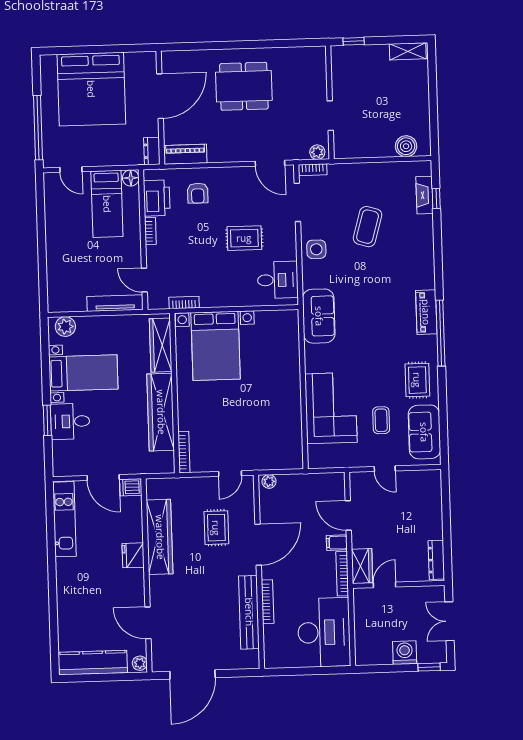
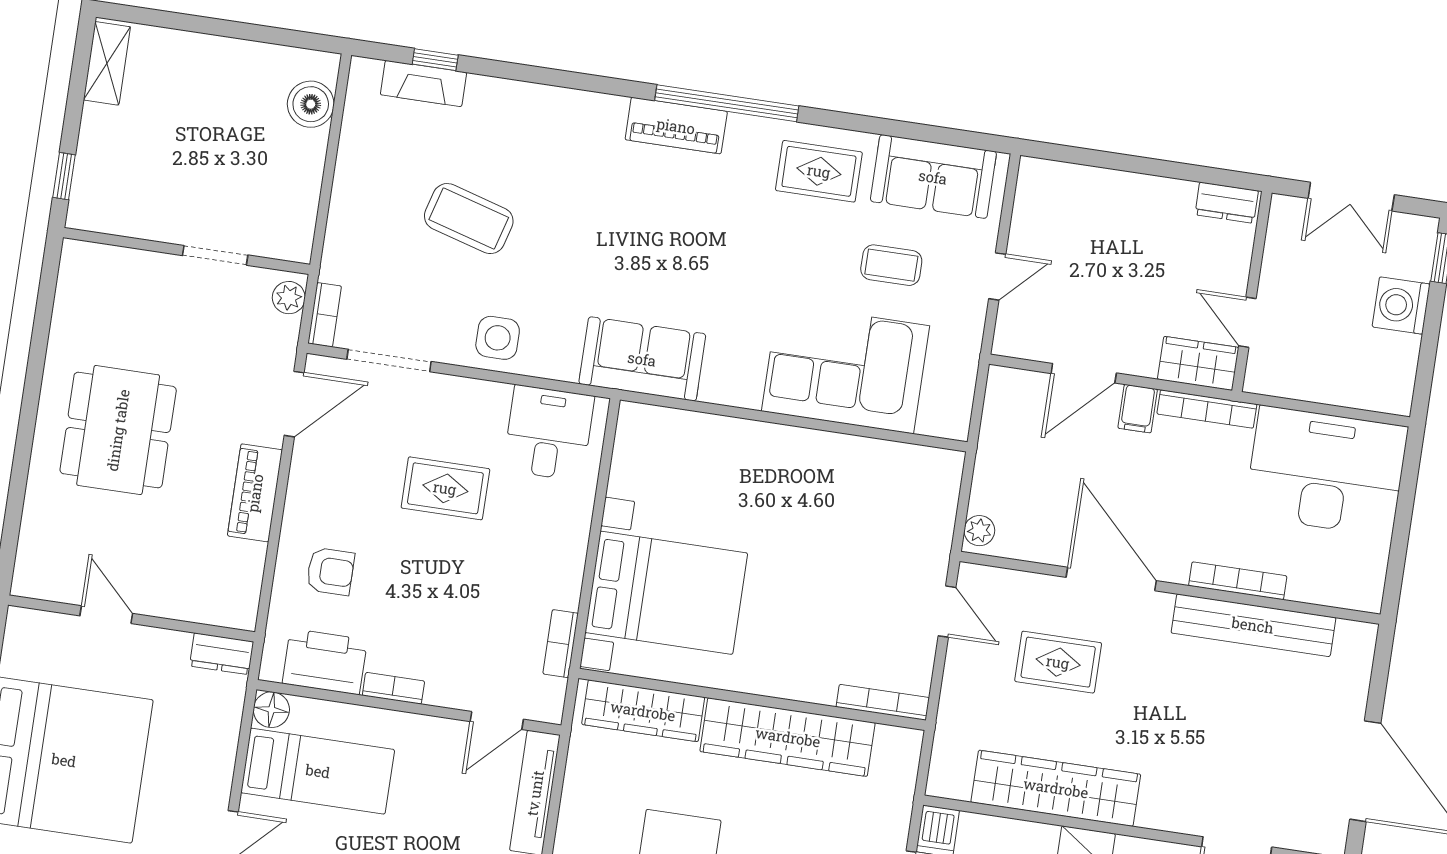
door: (160, 96) -> (106, 615), width x0.53
piano: (185, 154) -> (255, 493), moved
rug: (244, 238) -> (445, 488), turned 90
dresser: (436, 560) -> (1227, 203), width x0.70

